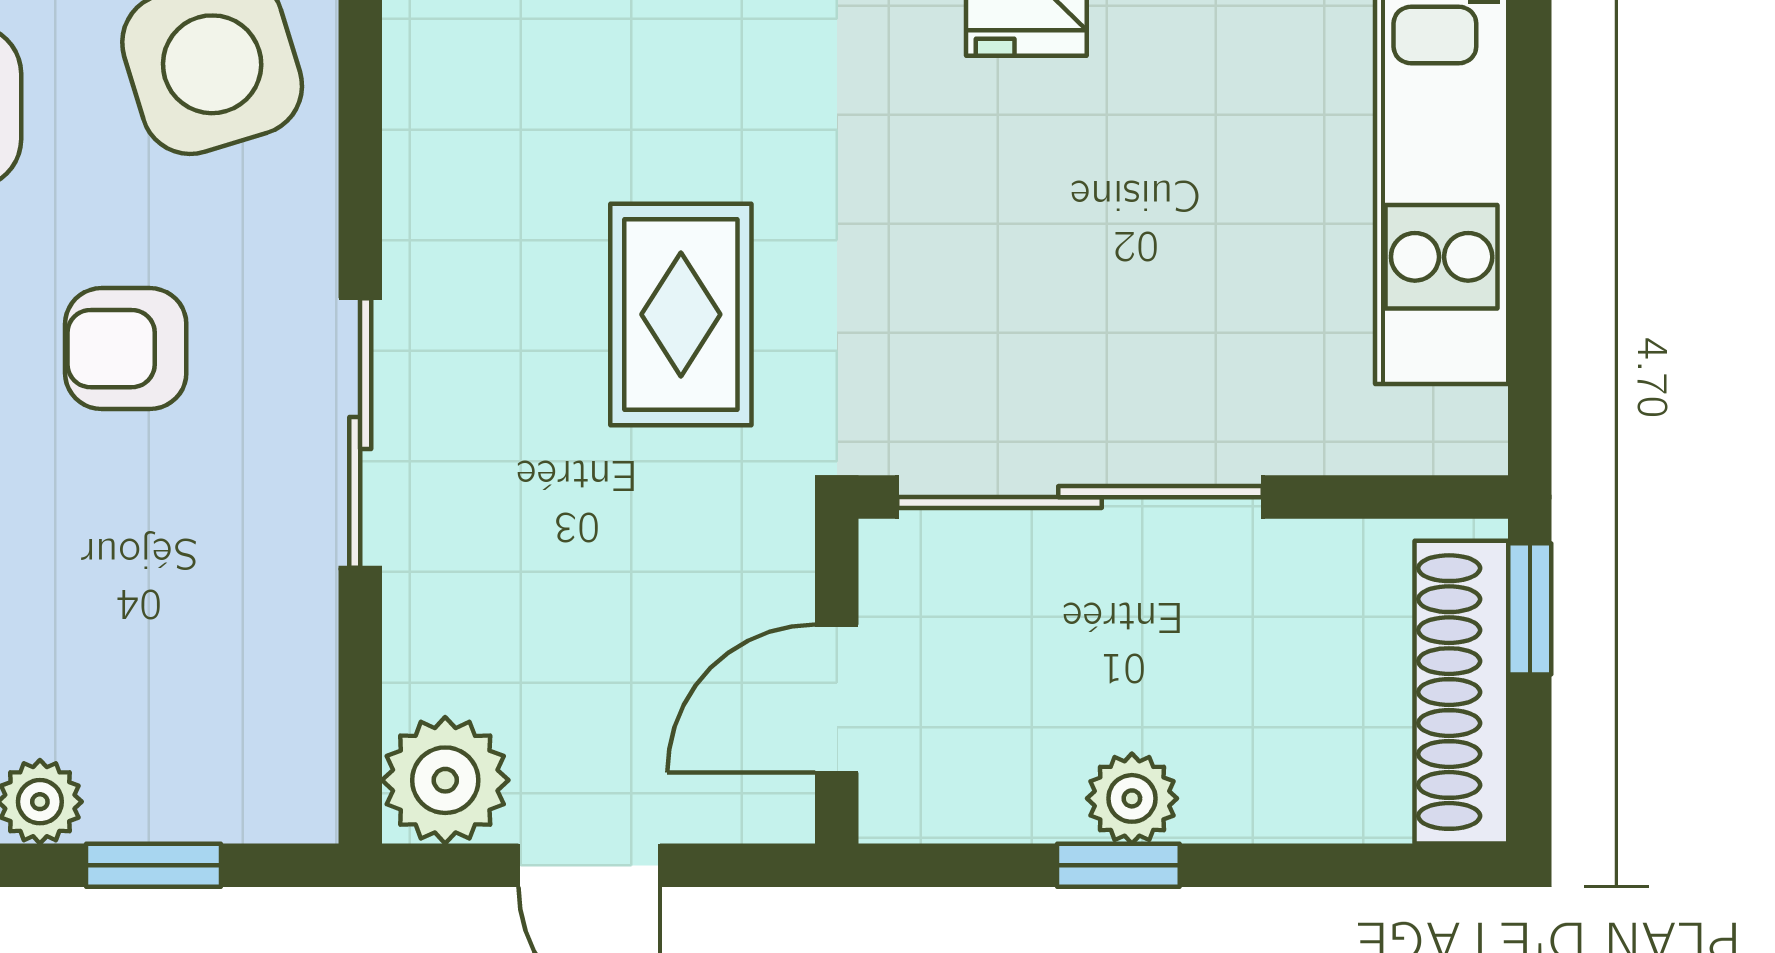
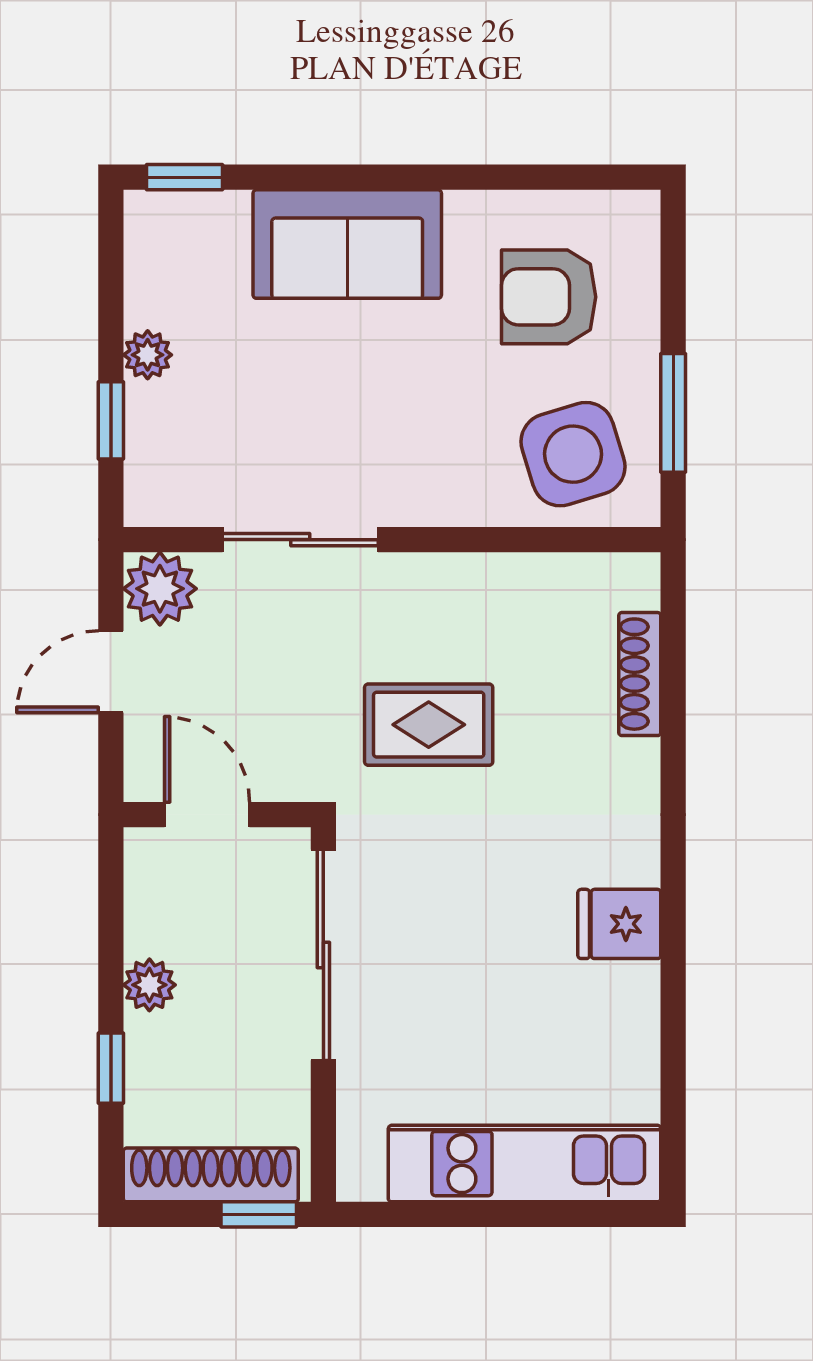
armchair: (126, 349) -> (409, 404), removed
sliding door: (360, 433) -> (300, 540), moved
window: (1118, 865) -> (111, 1068), moved

